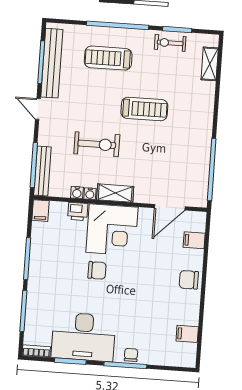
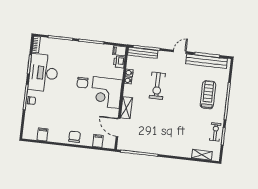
treadmill: (144, 109) -> (177, 115), removed
shelving: (115, 193) -> (126, 108), moved
printer: (78, 211) -> (119, 62), moved

